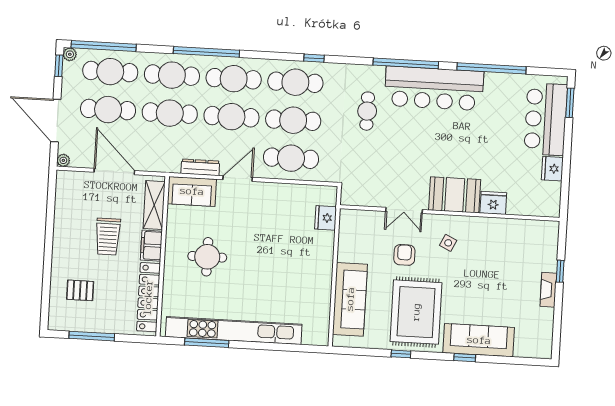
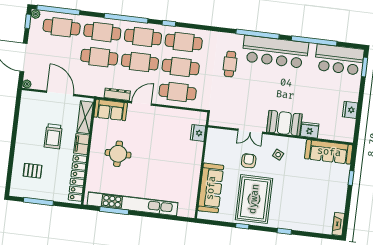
window: (314, 58) -> (169, 23), moved
cafe table: (108, 110) -> (59, 52), removed
bar counter: (546, 119) -> (339, 60), moved, turned -90
fireplace: (548, 290) -> (338, 224), moved
sofa: (479, 340) -> (329, 152), moved, turned 180

